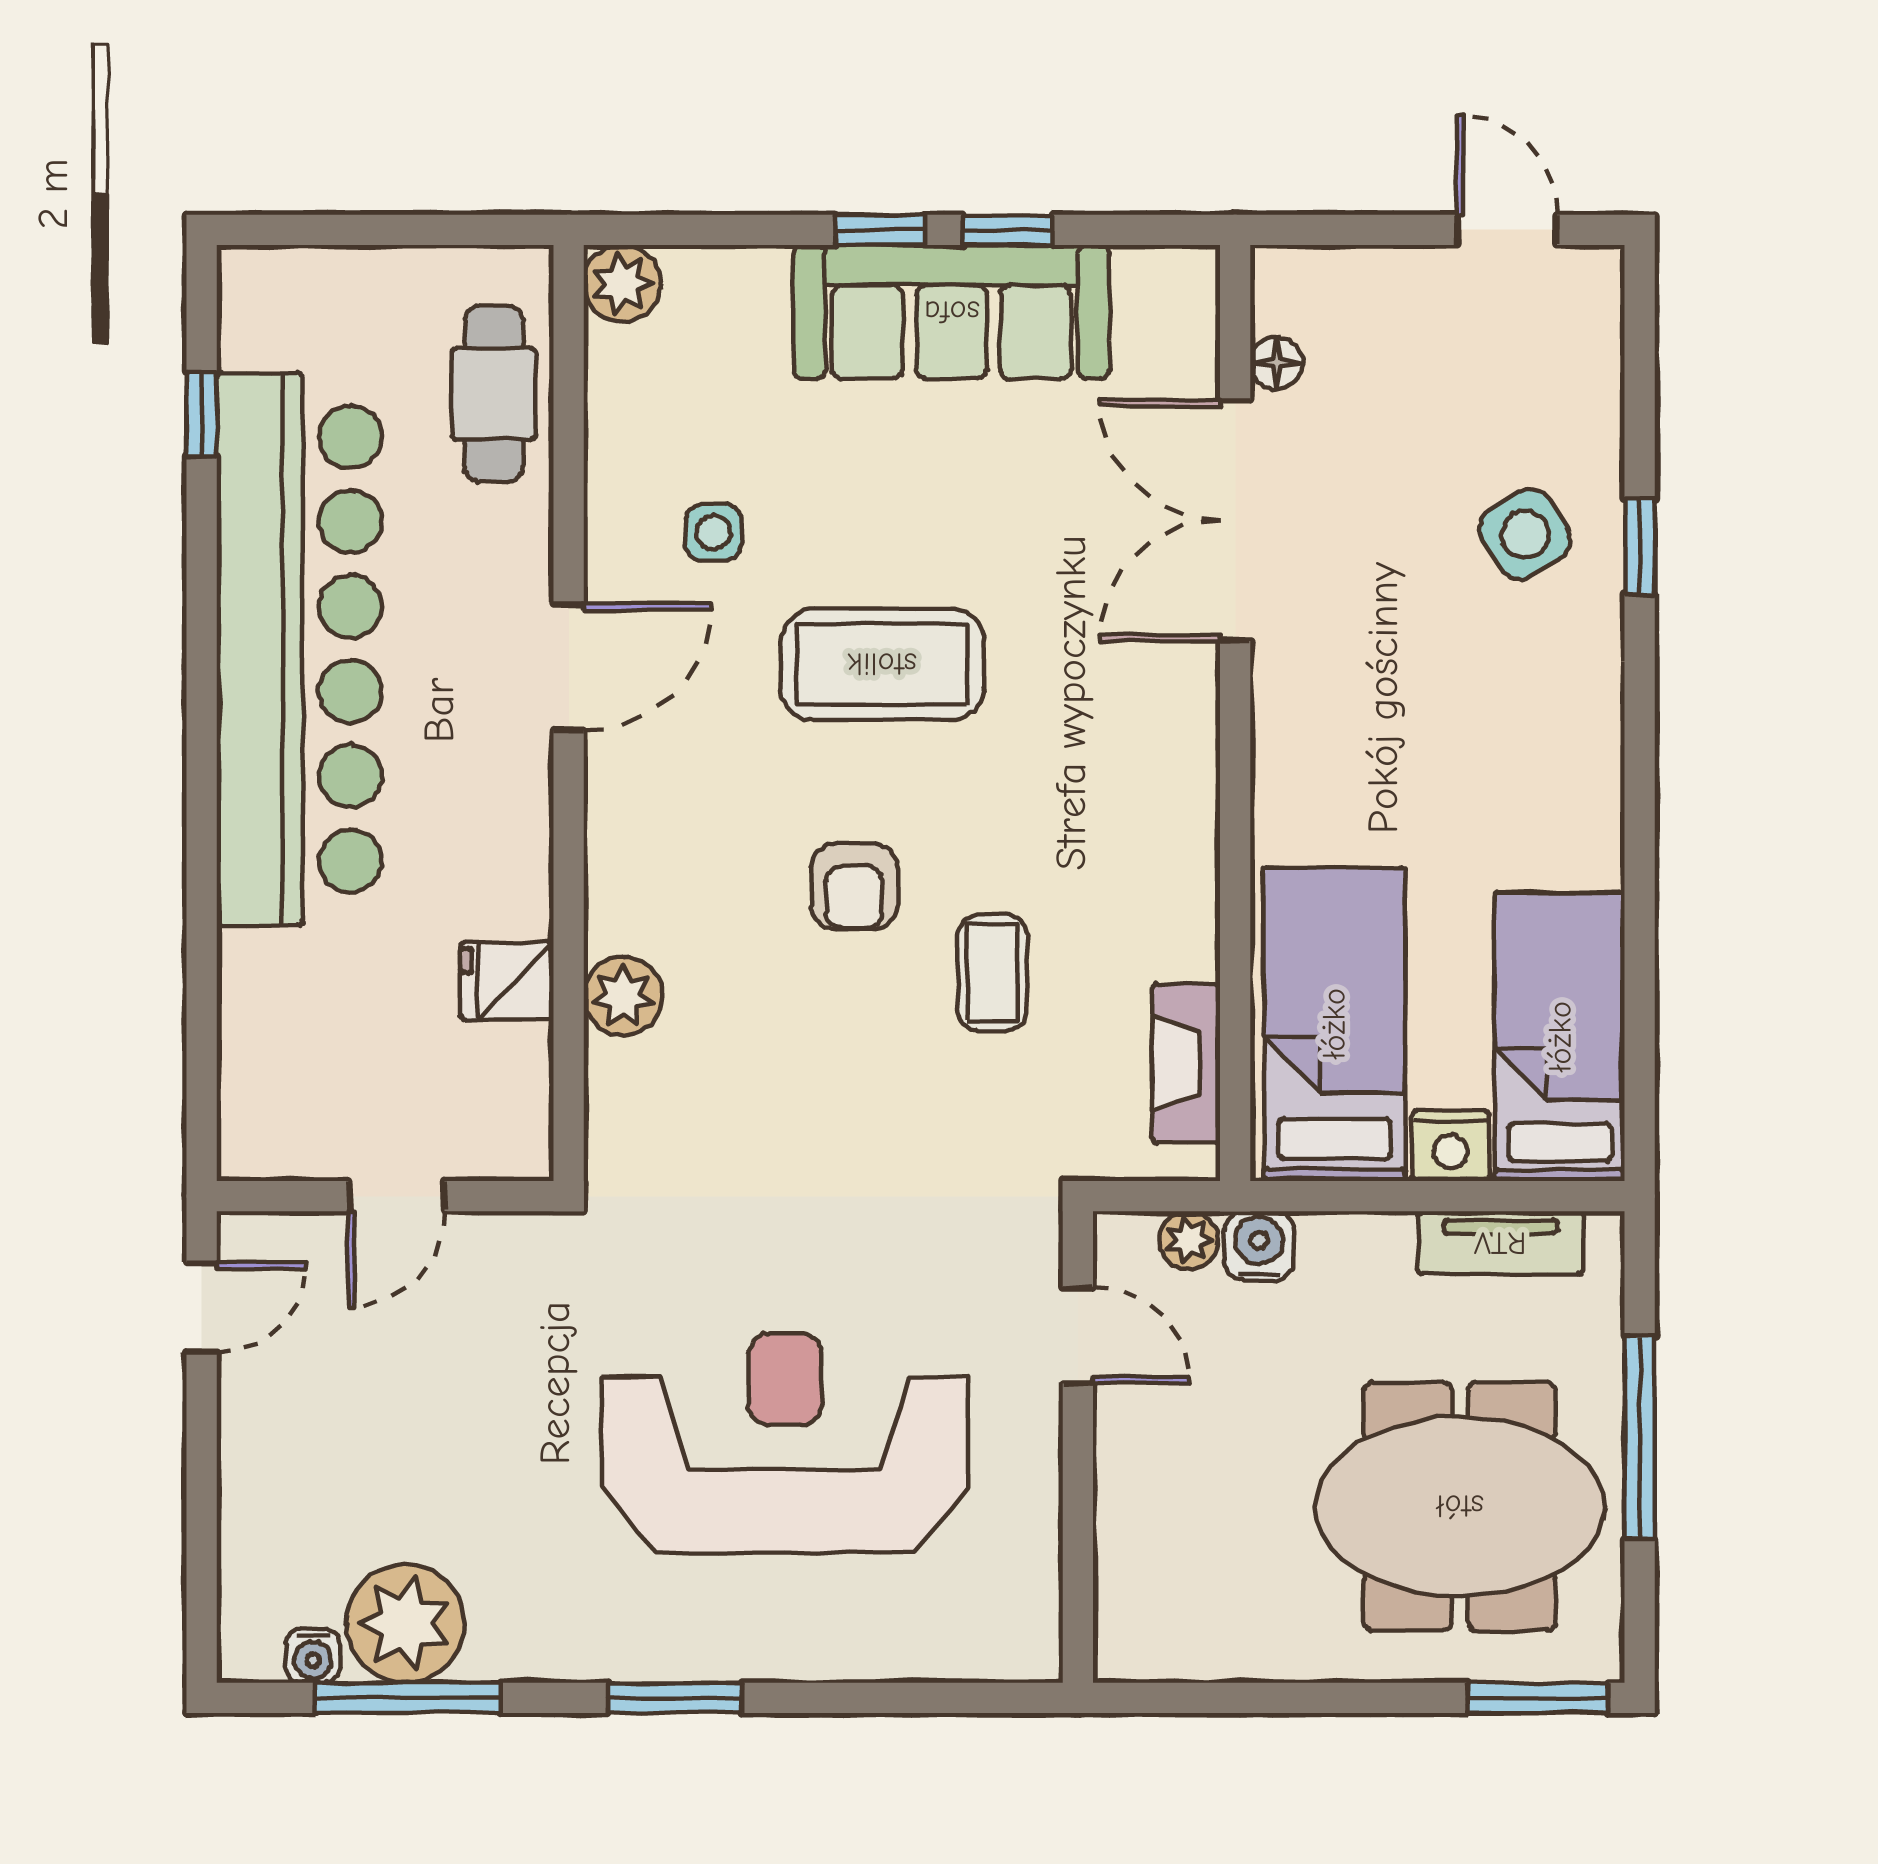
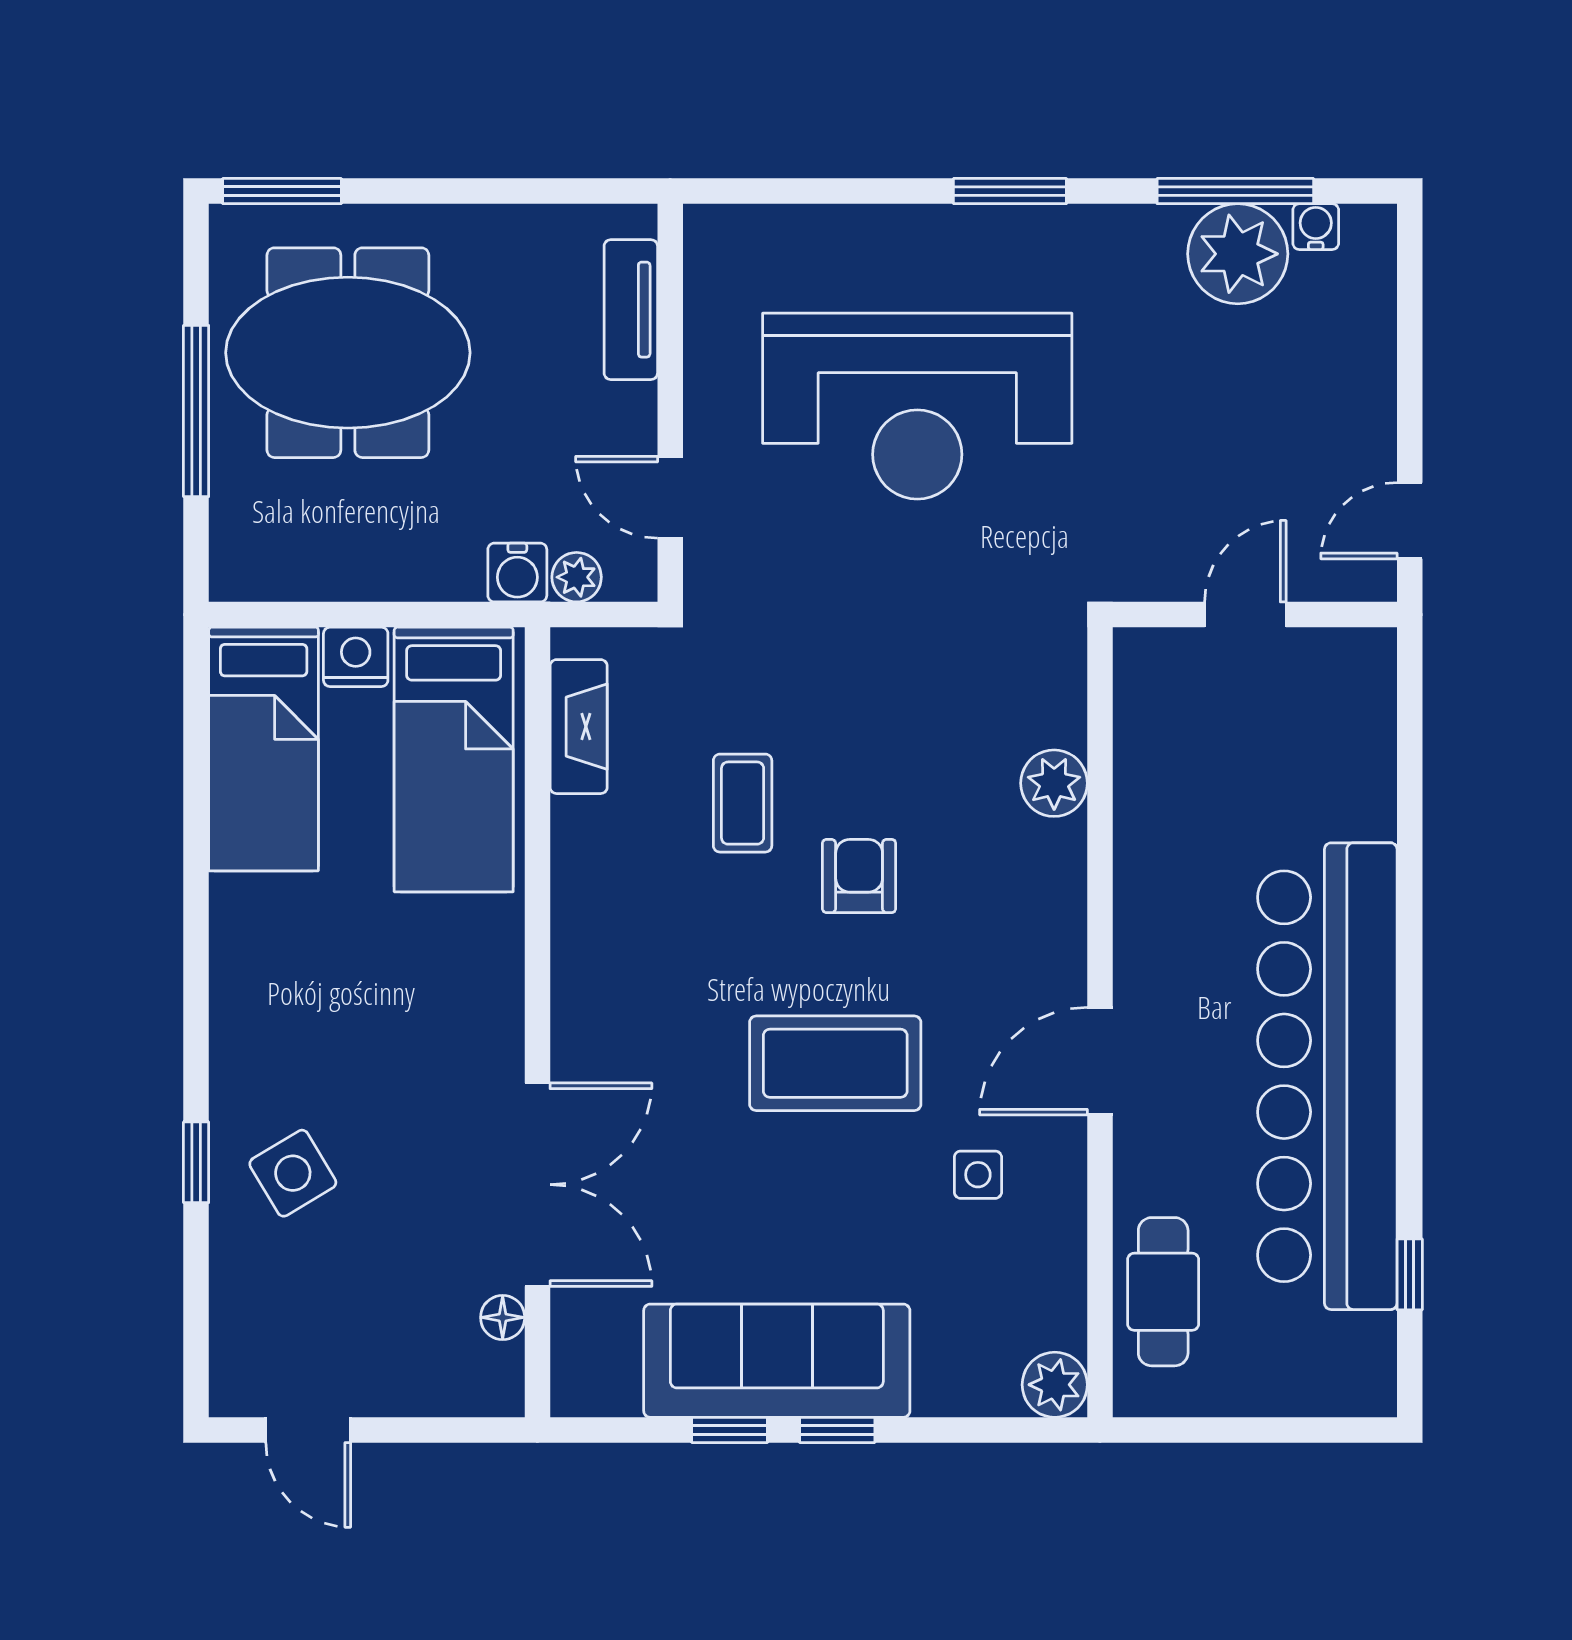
fridge: (507, 981) -> (1152, 796), removed
tv unit: (1500, 1243) -> (631, 310), moved, turned -90

